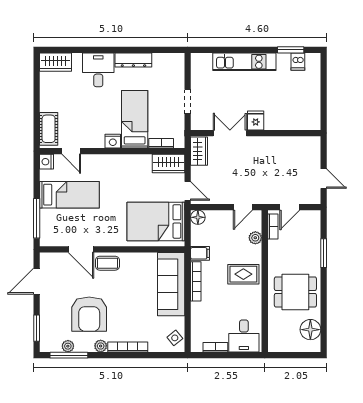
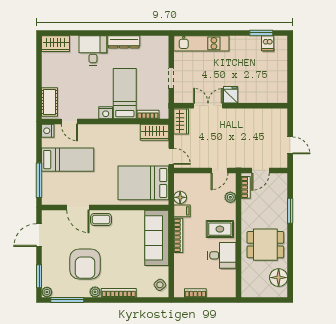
kitchen unit: (244, 62) -> (201, 43), moved
floor lamp: (198, 217) -> (180, 197), moved
desk: (244, 336) -> (222, 255), moved, turned -90
plant: (68, 346) -> (47, 292), moved

